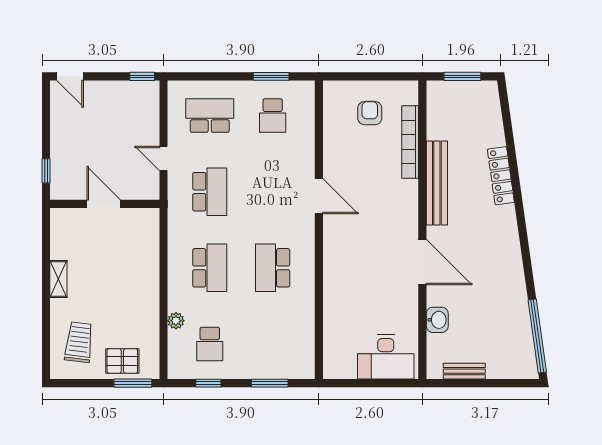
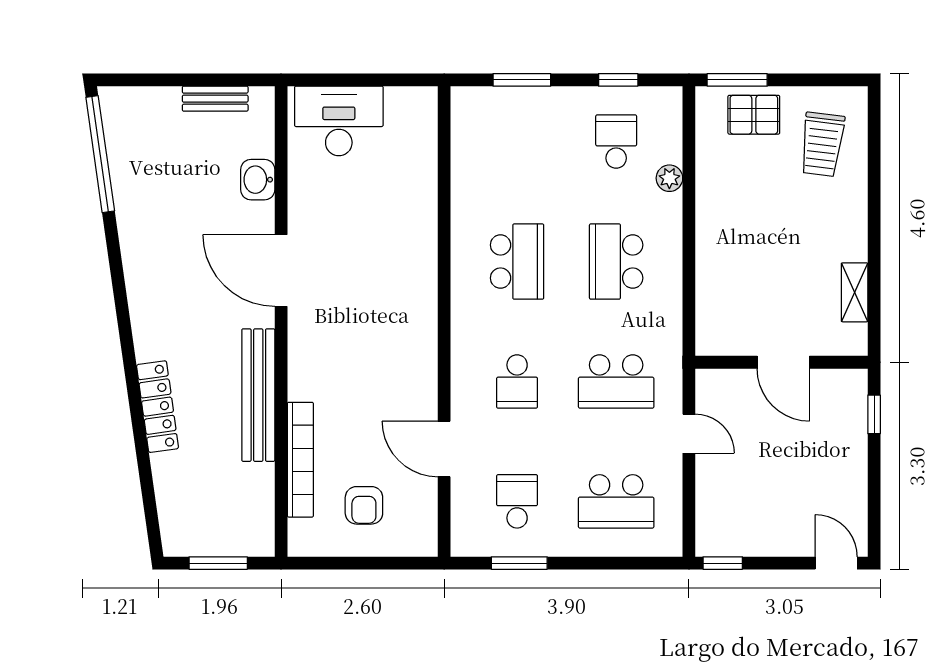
school desk: (210, 192) -> (616, 381), turned -90
school desk: (273, 192) -> (517, 381), added
door: (319, 196) -> (444, 449), moved
shelving: (58, 279) -> (855, 292), moved

